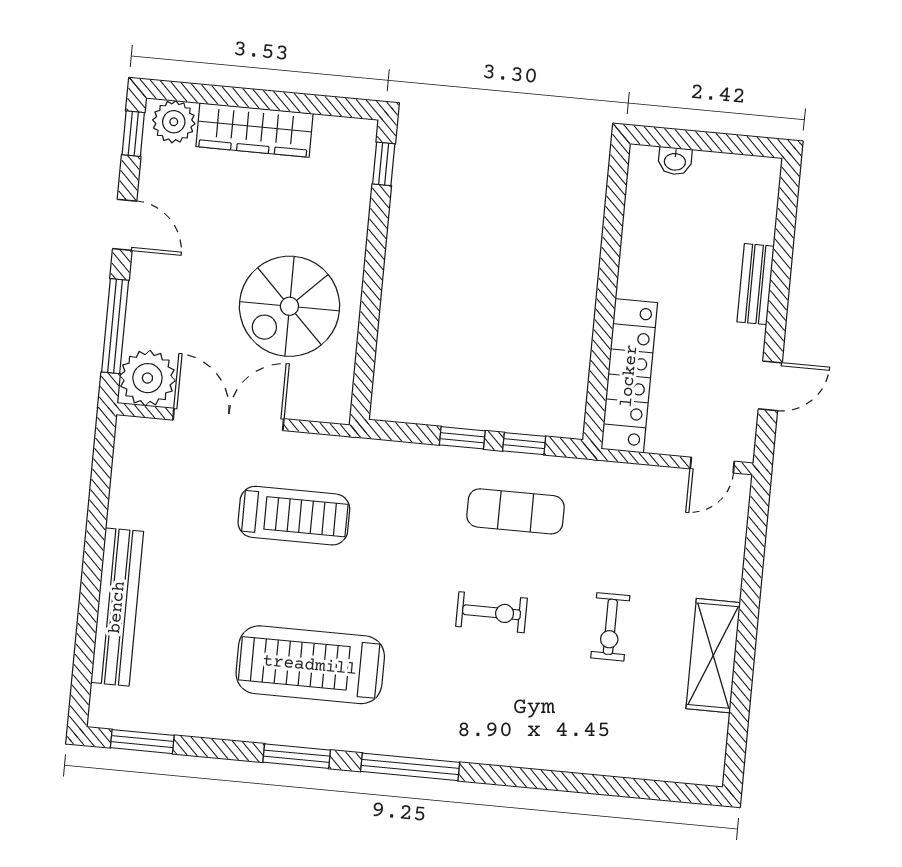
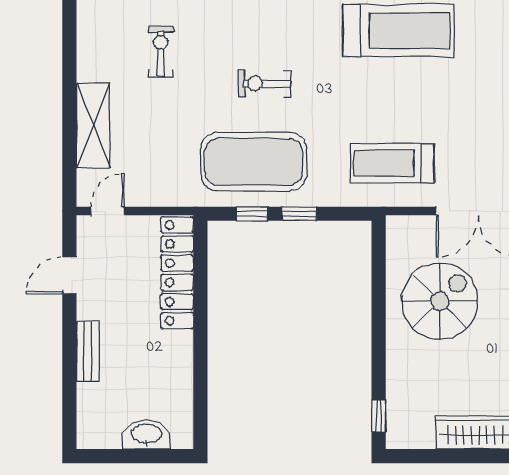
washbasin: (675, 161) -> (146, 434), width x1.91, depth x1.45
exercise mat: (516, 511) -> (254, 162), width x2.00, depth x1.45
treadmill: (294, 516) -> (392, 163), moved
exercise bike: (610, 627) -> (161, 51), moved
shelving: (713, 656) -> (93, 126), moved

